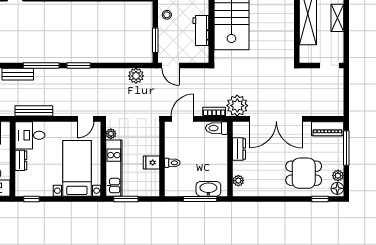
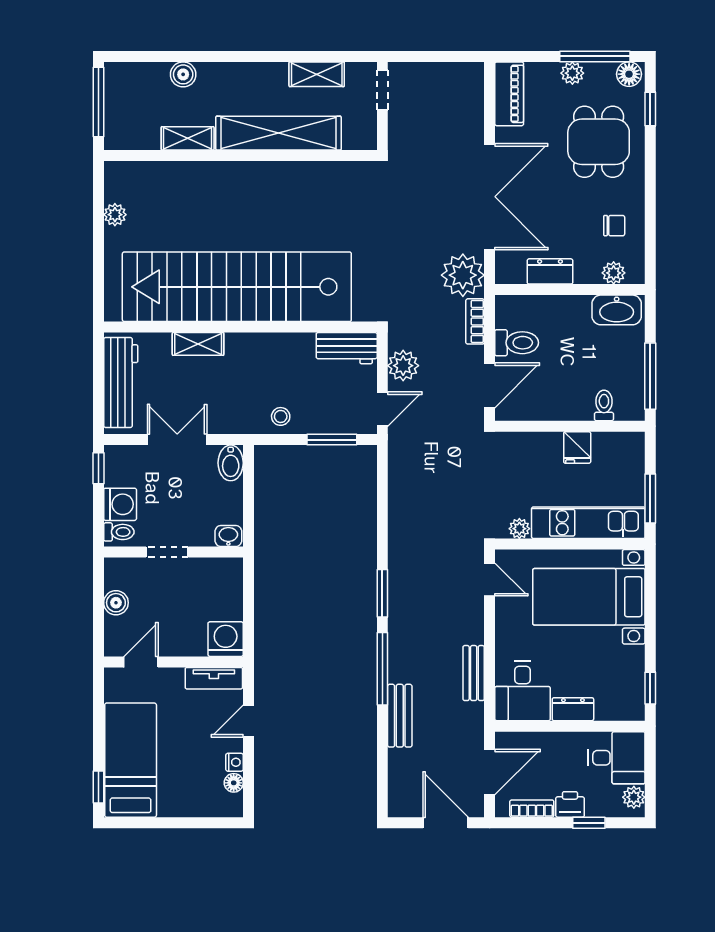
shelving: (337, 18) -> (317, 74), moved
workbench: (201, 30) -> (347, 348), moved
plant: (136, 76) -> (403, 366), moved
bench: (34, 111) -> (474, 673), width x0.73
door: (182, 119) -> (490, 385), swing flipped
toilet: (217, 128) -> (517, 343), moved, turned -90
window: (346, 148) -> (595, 56), moved
toilet: (172, 163) -> (604, 405), moved
plant: (338, 176) -> (572, 73), moved
chair: (262, 181) -> (614, 226), added
washbasin: (208, 189) -> (617, 310), moved, turned -90
window: (200, 199) -> (650, 376), moved

